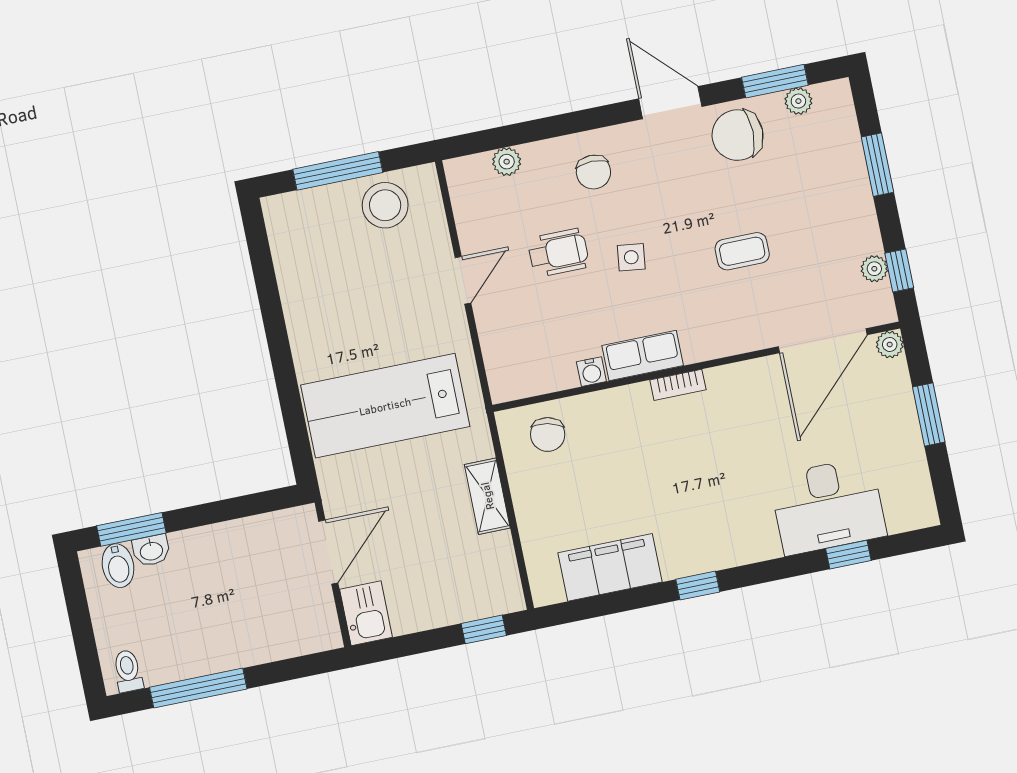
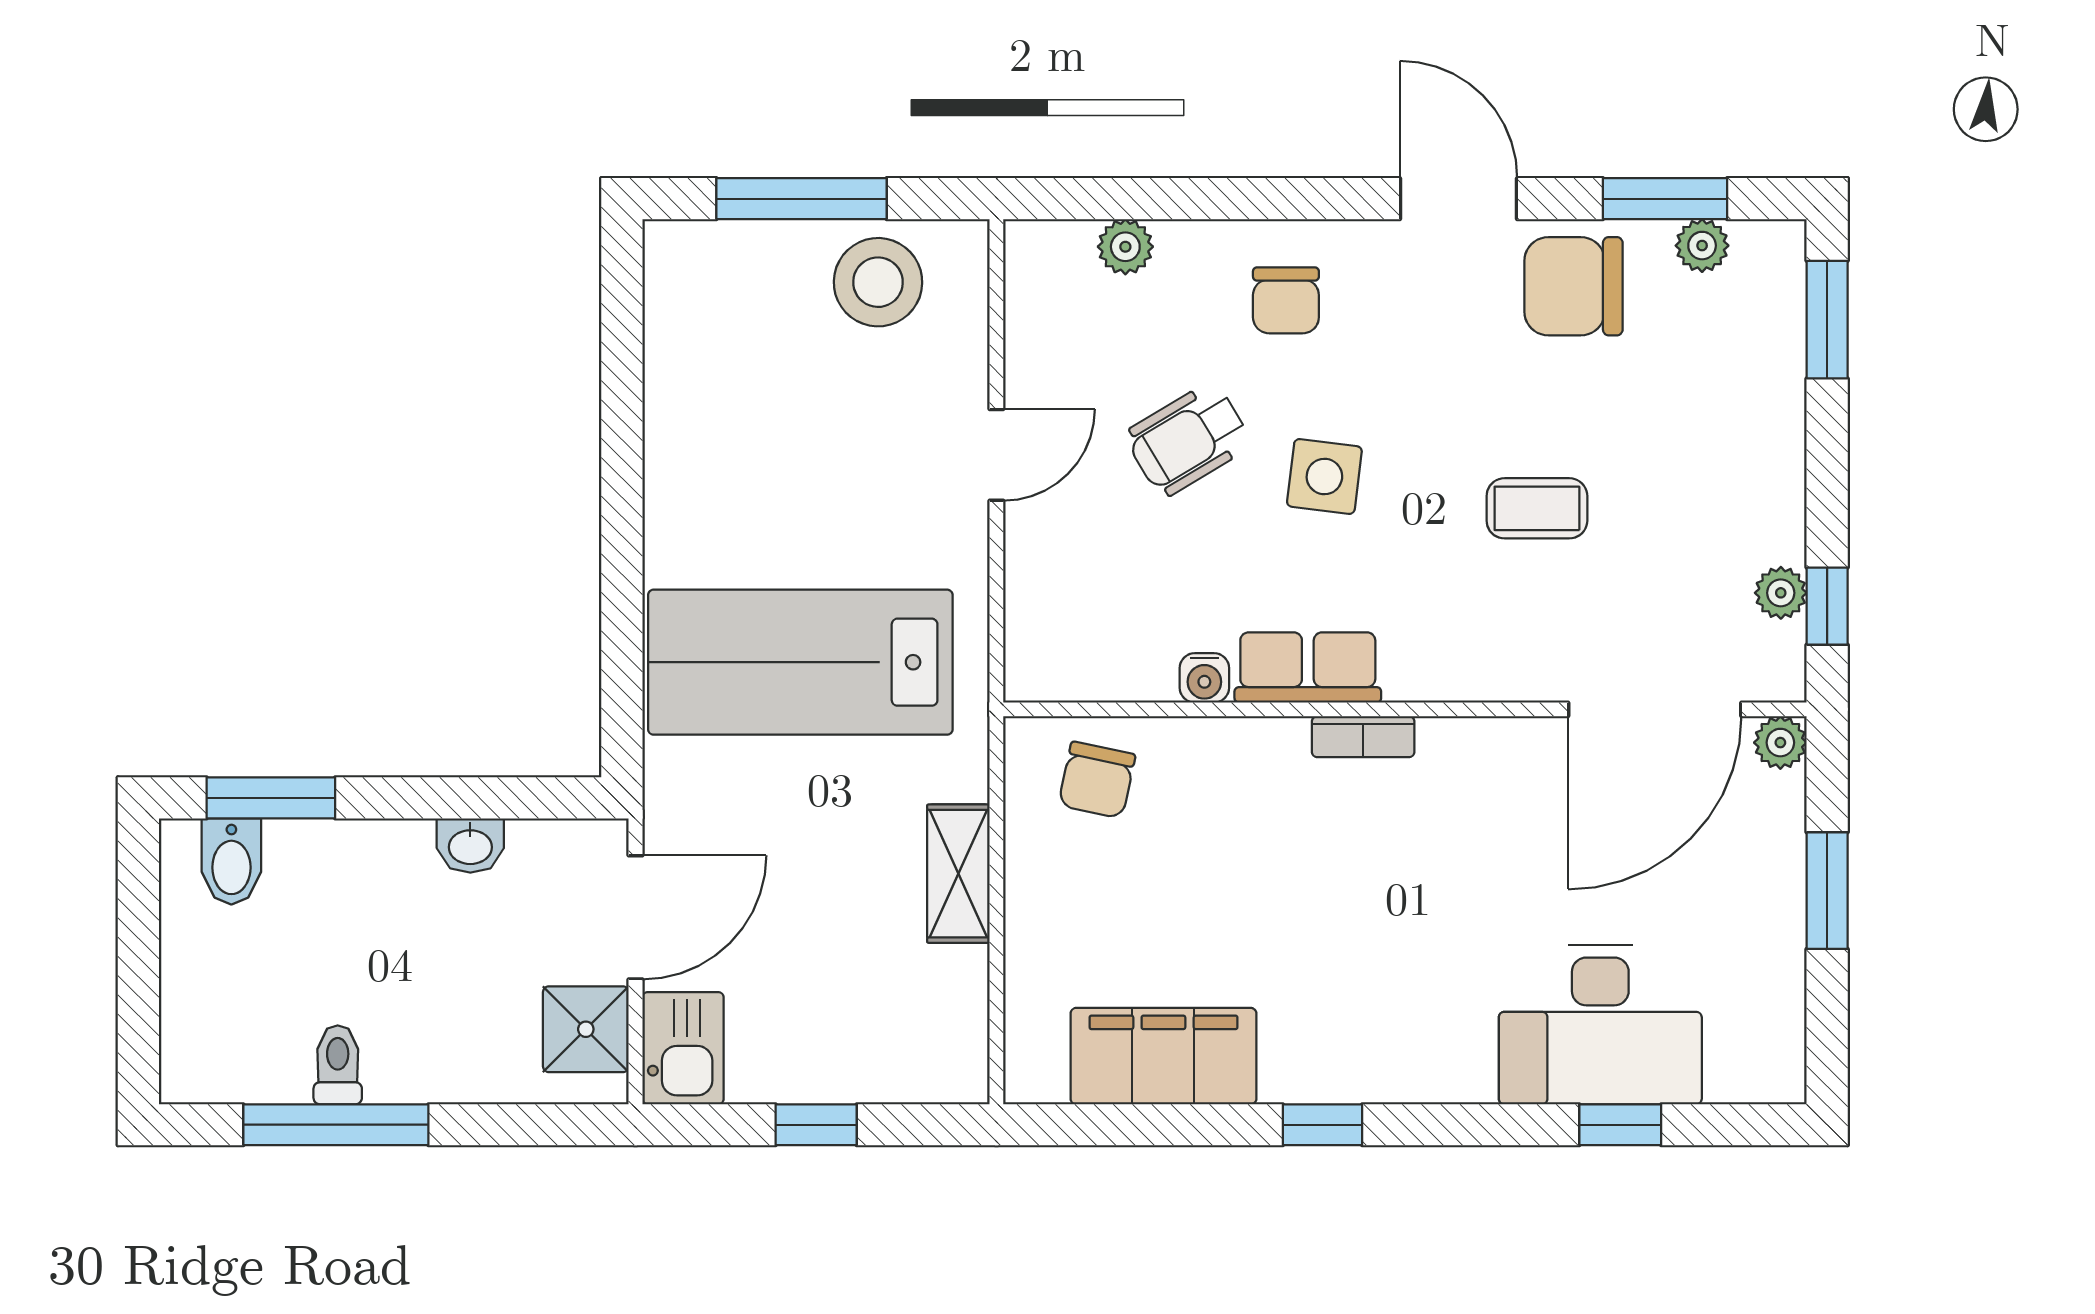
window: (877, 165) -> (1827, 320), moved
wheelchair: (558, 253) -> (1188, 439), turned 149
side table: (631, 257) -> (1324, 476), width x1.37, depth x1.37
washbasin: (151, 550) -> (470, 845), moved
shower: (315, 614) -> (586, 1029), added
window: (484, 629) -> (816, 1125), moved
toilet: (128, 671) -> (338, 1065), moved

